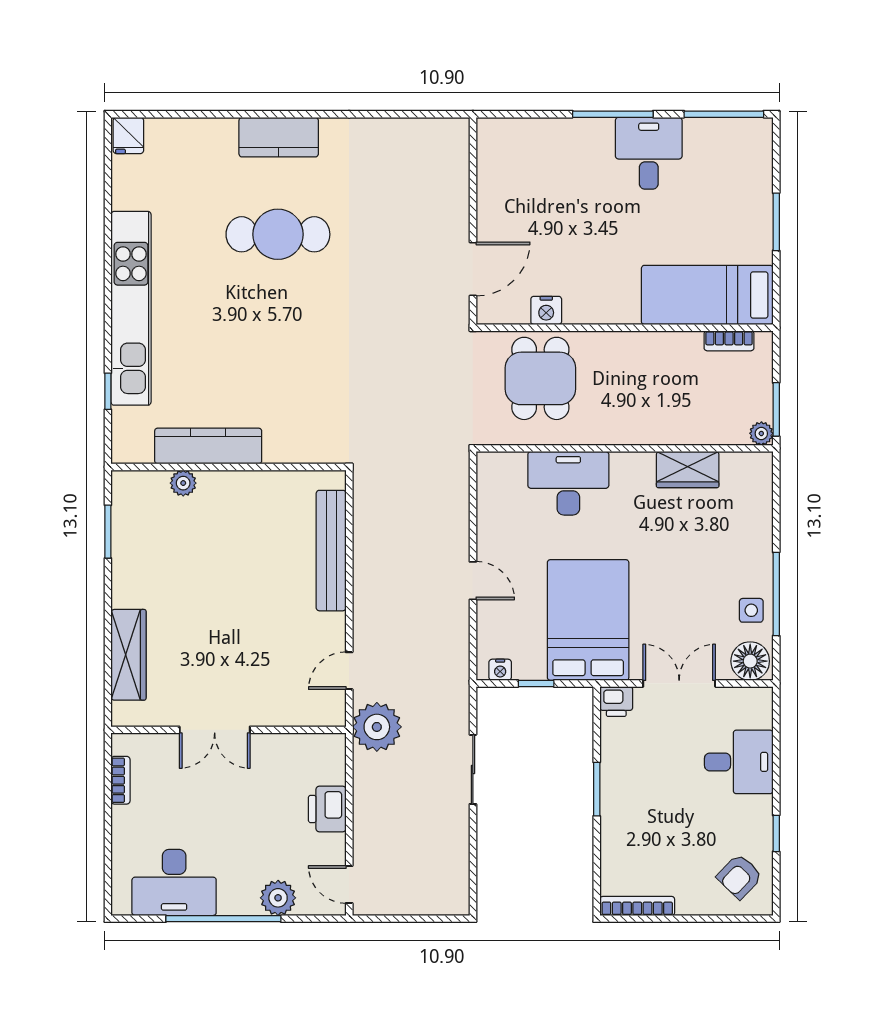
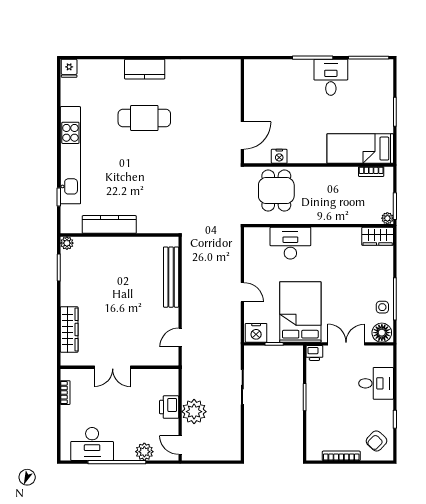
wardrobe: (688, 470) -> (378, 236), moved
plant: (183, 483) -> (67, 243), moved
nightstand: (500, 670) -> (256, 333), width x1.89, depth x1.79
plant: (377, 727) -> (194, 412), moved
bookcase: (637, 906) -> (341, 456), moved

